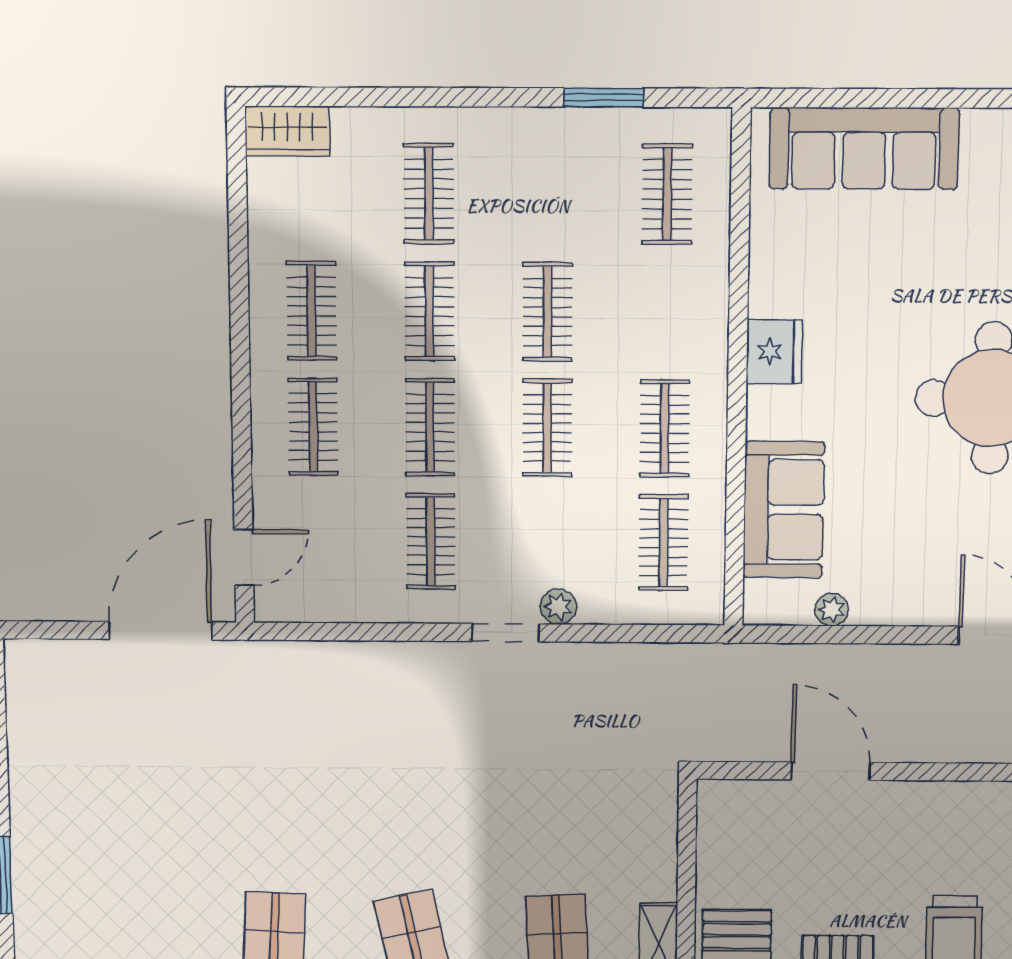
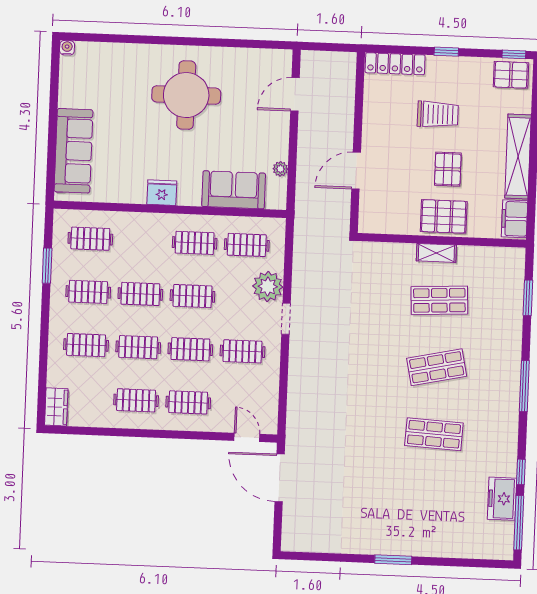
clothes rail: (548, 194) -> (88, 292), added
plant: (559, 607) -> (268, 286), width x1.87, depth x1.87

